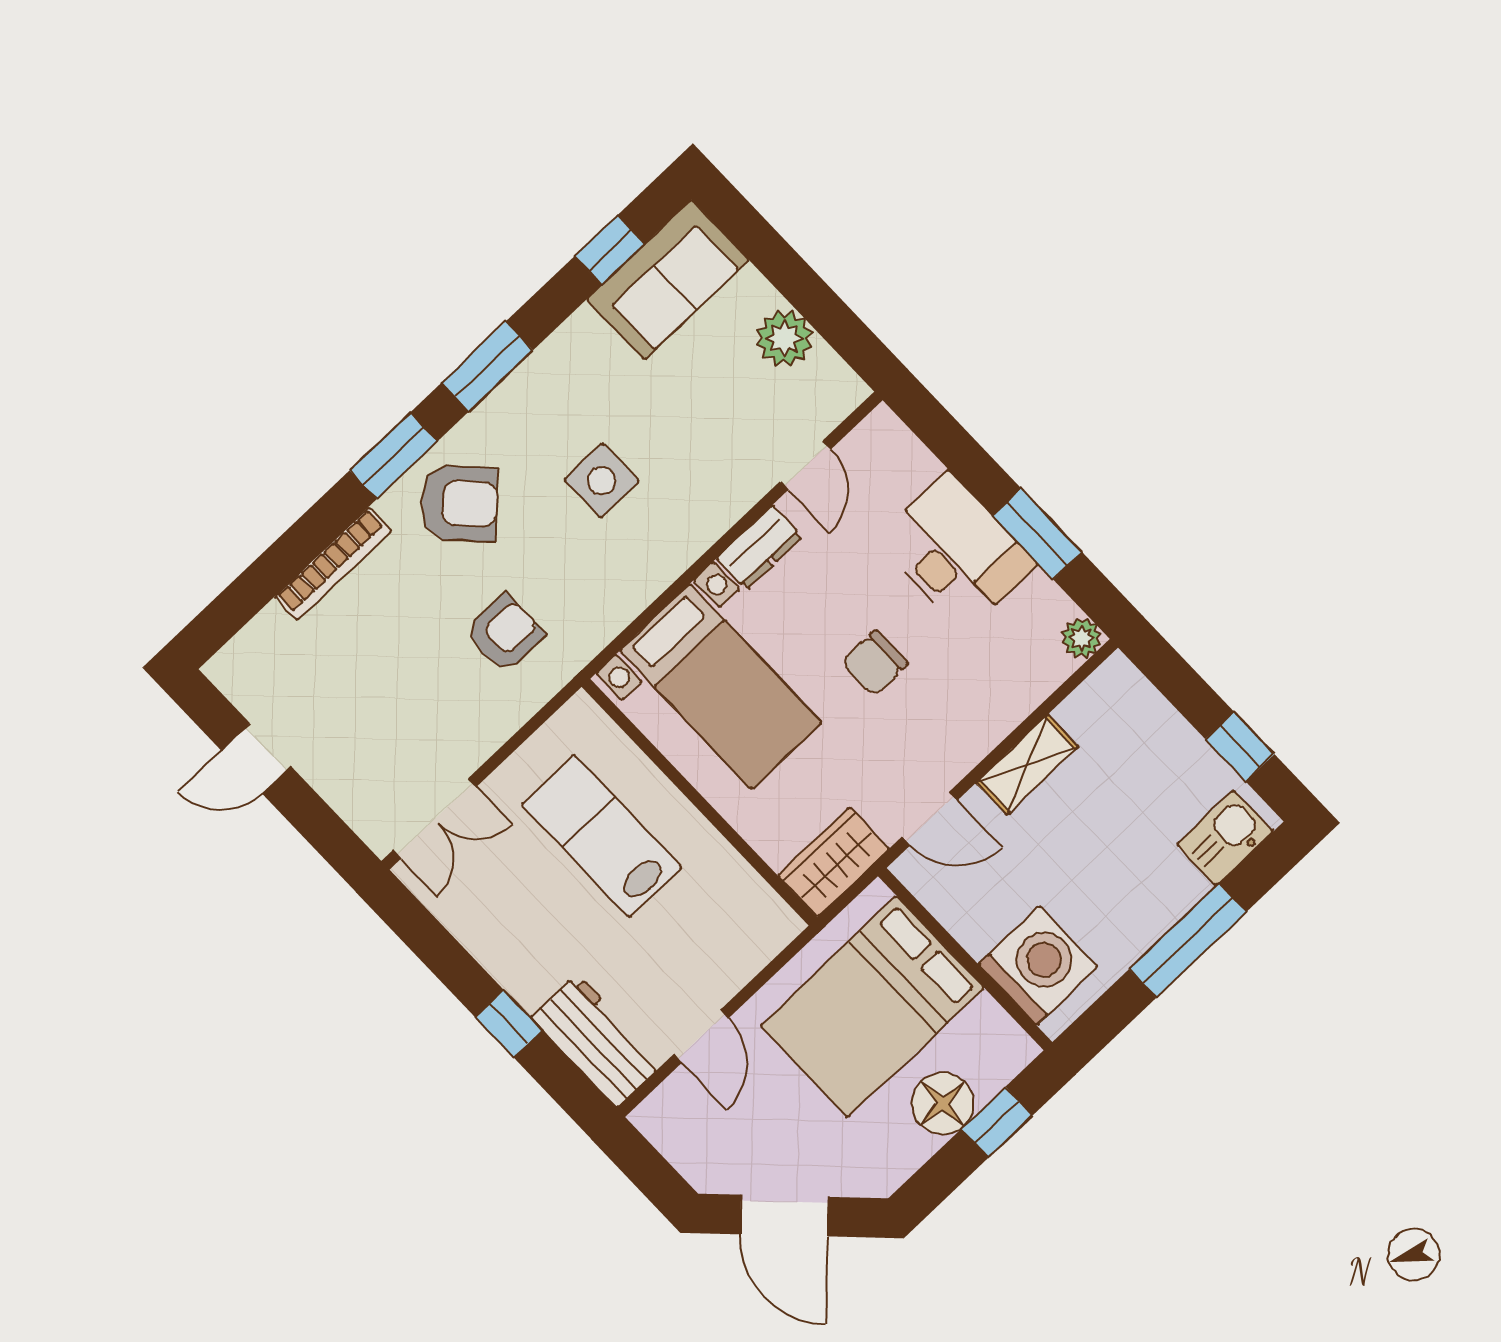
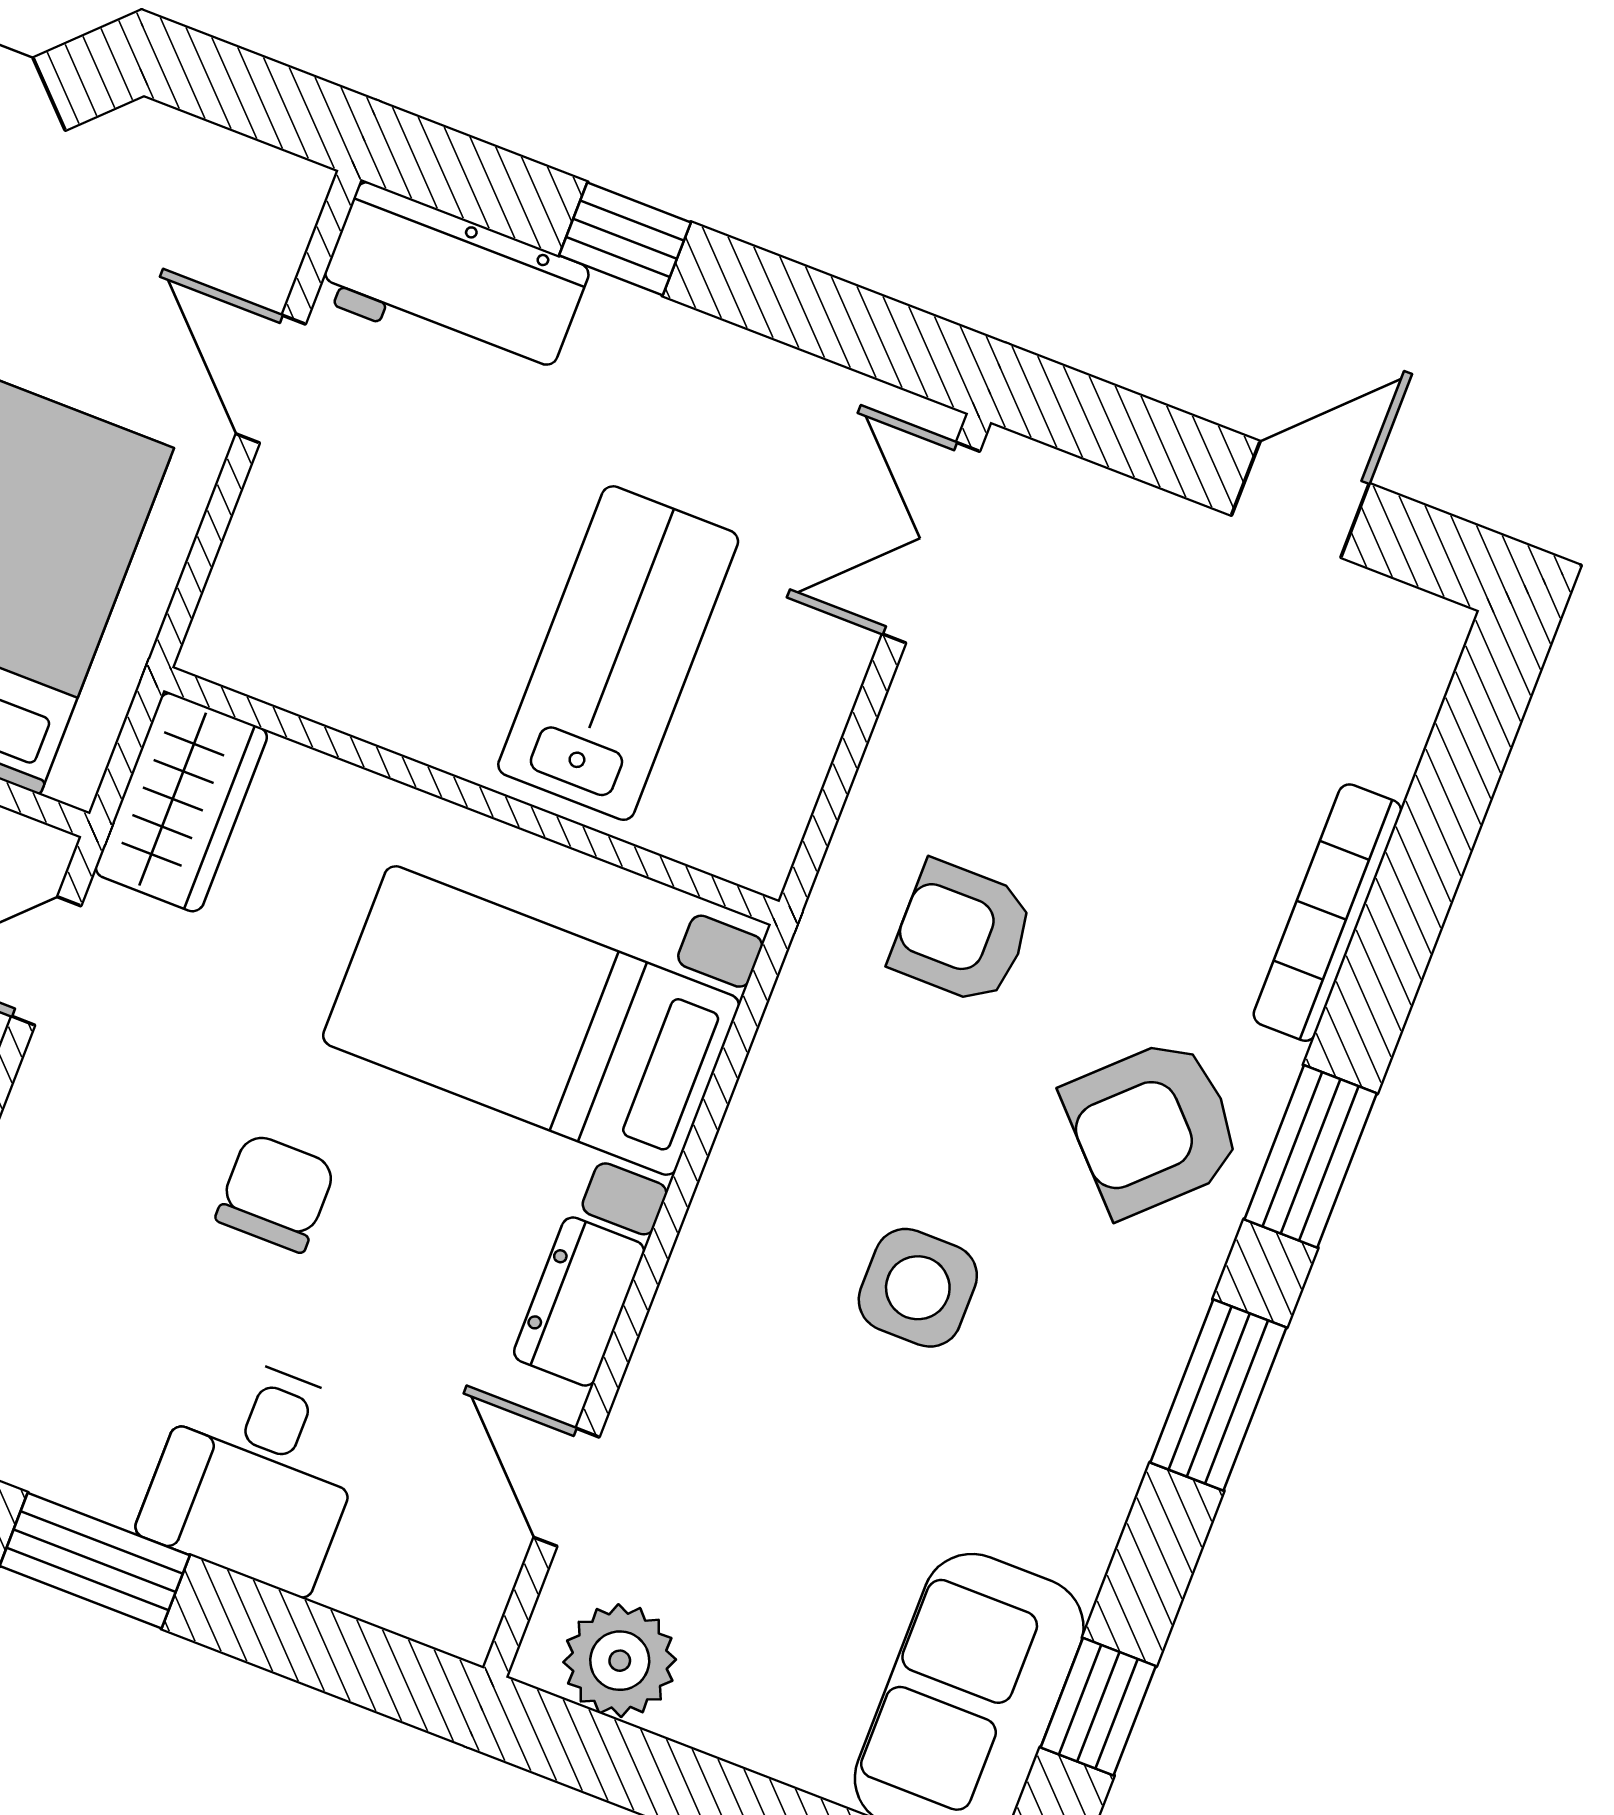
plant: (784, 338) -> (620, 1661), moved
desk: (956, 552) -> (257, 1472), width x0.73
armchair: (504, 633) -> (962, 933), turned 90
lab bench: (601, 836) -> (618, 653), turned -90

